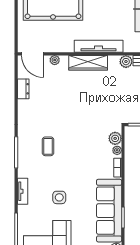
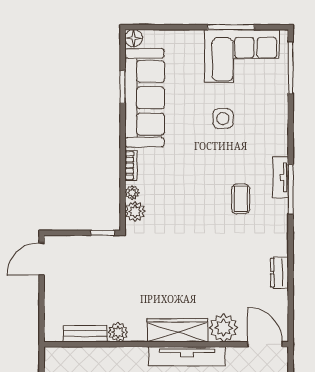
tv unit: (99, 46) -> (187, 356), moved
plant: (55, 60) -> (224, 328), width x1.88, depth x1.88
dresser: (23, 89) -> (280, 273), moved
tv unit: (23, 191) -> (281, 177), moved

